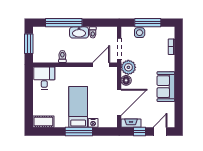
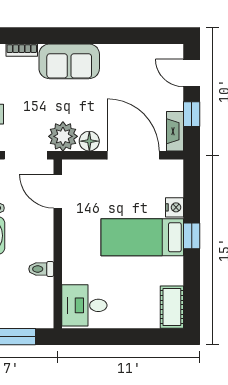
sofa: (166, 87) -> (69, 61), moved
window: (79, 131) -> (192, 236), width x0.46

